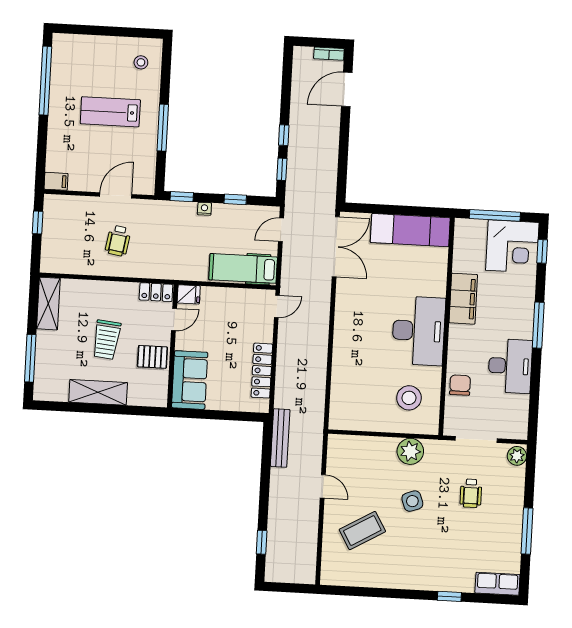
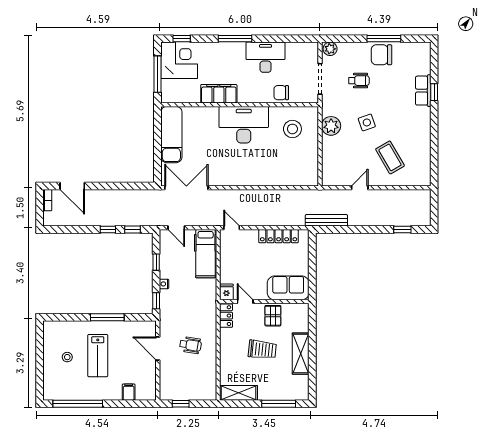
stool: (141, 62) -> (67, 357), moved
filing cabinet: (56, 181) -> (129, 392), moved
chair: (505, 526) -> (381, 55), added
row of seats: (497, 584) -> (423, 91), moved

